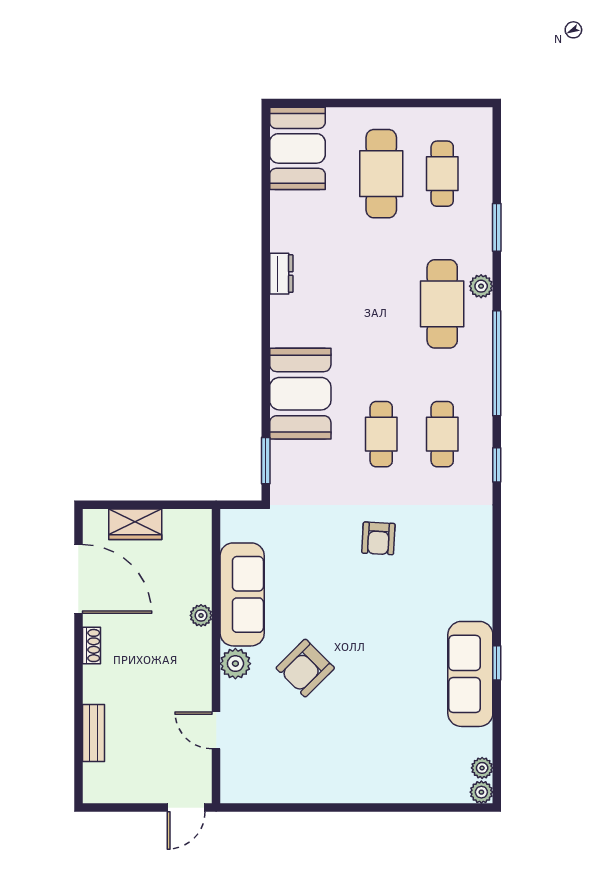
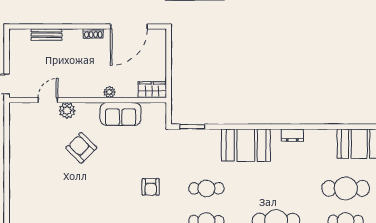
booth: (300, 394) -> (246, 145), moved
wardrobe: (135, 524) -> (152, 90), moved, turned 90
armchair: (378, 538) -> (151, 187), turned -93
sofa: (242, 594) -> (121, 114), width x0.73
plant: (235, 664) -> (67, 110), moved

